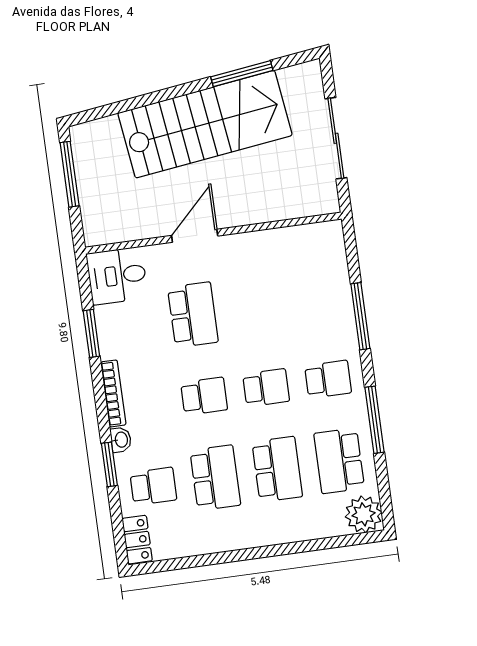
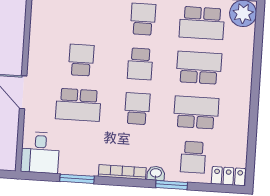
school desk: (255, 306) -> (81, 60), added
school desk: (193, 315) -> (78, 105), turned 180
school desk: (266, 388) -> (140, 64), turned 180
school desk: (153, 486) -> (193, 157), turned 180

